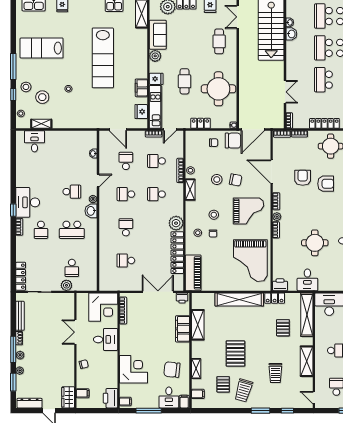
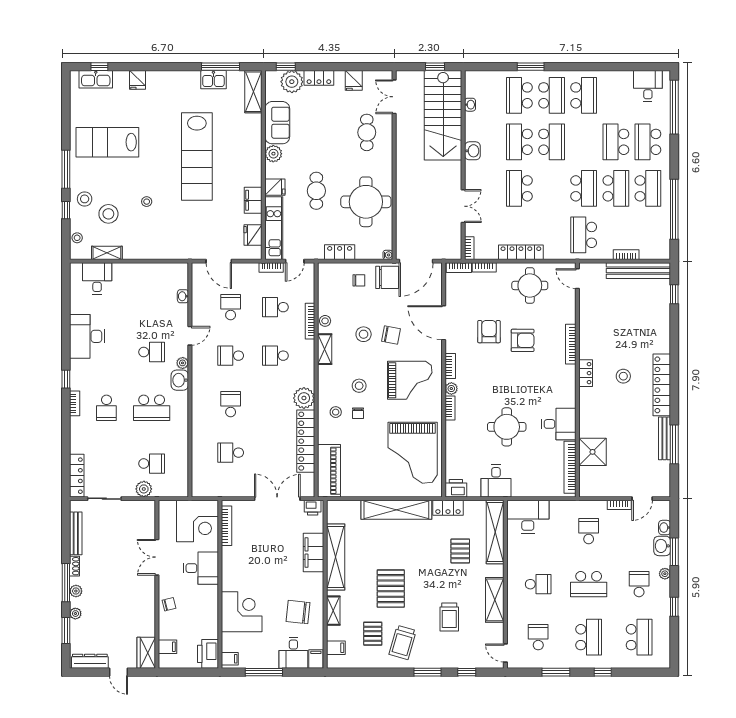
washbasin: (291, 34) -> (472, 151), moved
desk: (28, 202) -> (87, 336), moved
school desk: (72, 268) -> (152, 464), turned -90
shelving: (198, 325) -> (336, 557), width x1.47

